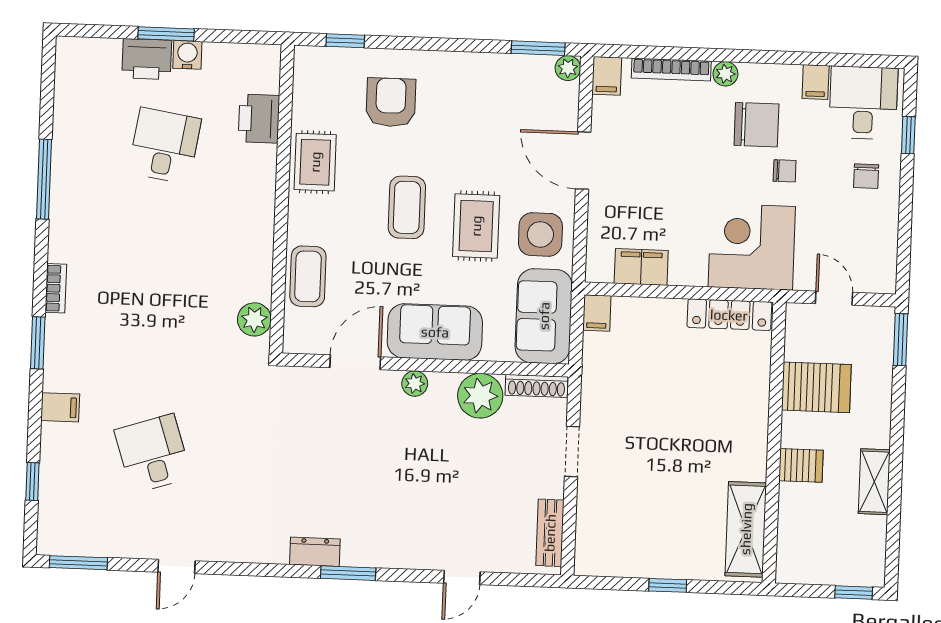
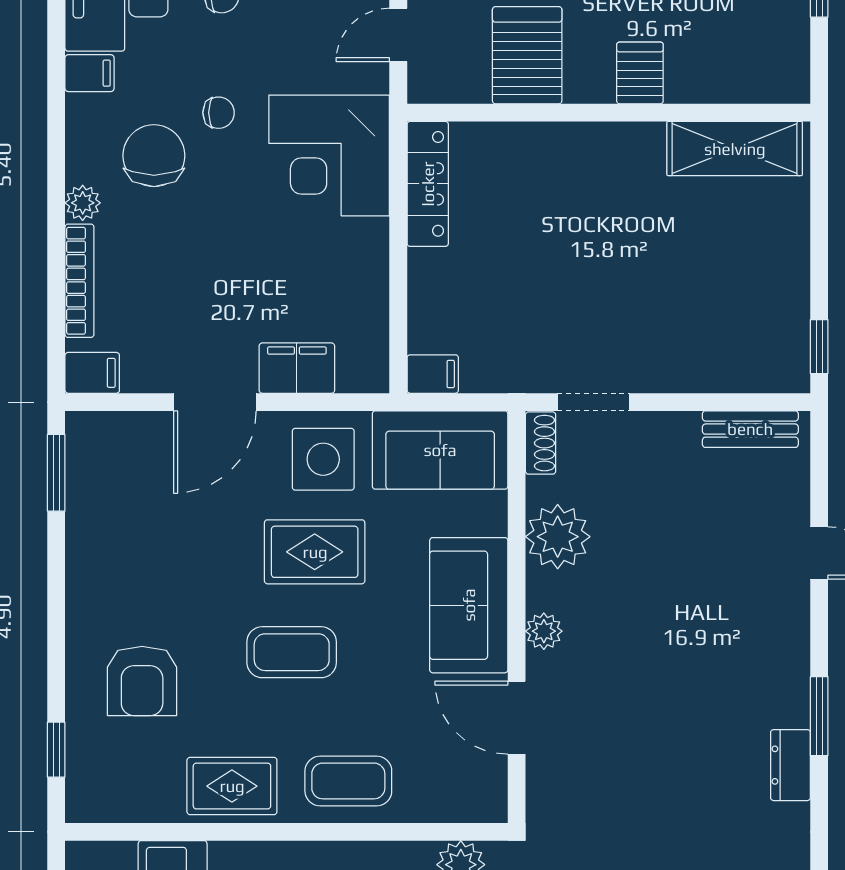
plant: (568, 68) -> (83, 429), removed
armchair: (391, 102) -> (142, 681), turned -90
chair: (785, 171) -> (219, 113), turned 90
filing cabinet: (641, 267) -> (297, 368), moved, turned 90
coffee table: (308, 276) -> (348, 781), moved
shoe rack: (537, 386) -> (541, 443), width x0.70
doorway: (572, 451) -> (593, 402), moved
window: (668, 585) -> (819, 347), moved

